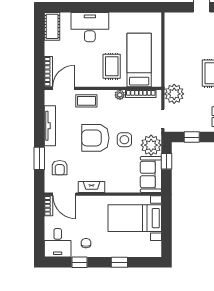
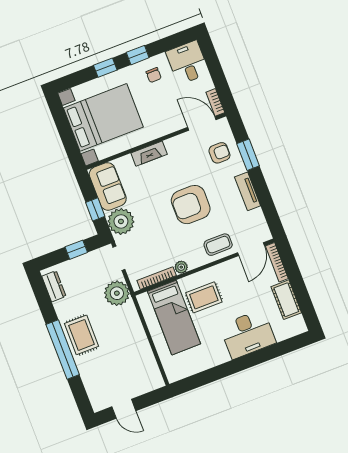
cot: (52, 26) -> (286, 300), moved
rug: (112, 66) -> (204, 297), turned 90
tv unit: (50, 126) -> (248, 191), width x0.71
armchair: (95, 138) -> (191, 205), turned 180
side table: (124, 140) -> (155, 216), removed
armchair: (60, 168) -> (219, 153), turned 90
fireplace: (92, 187) -> (149, 154), moved
bed with nightstands: (135, 218) -> (103, 117), width x1.36
window: (80, 262) -> (138, 55), moved

